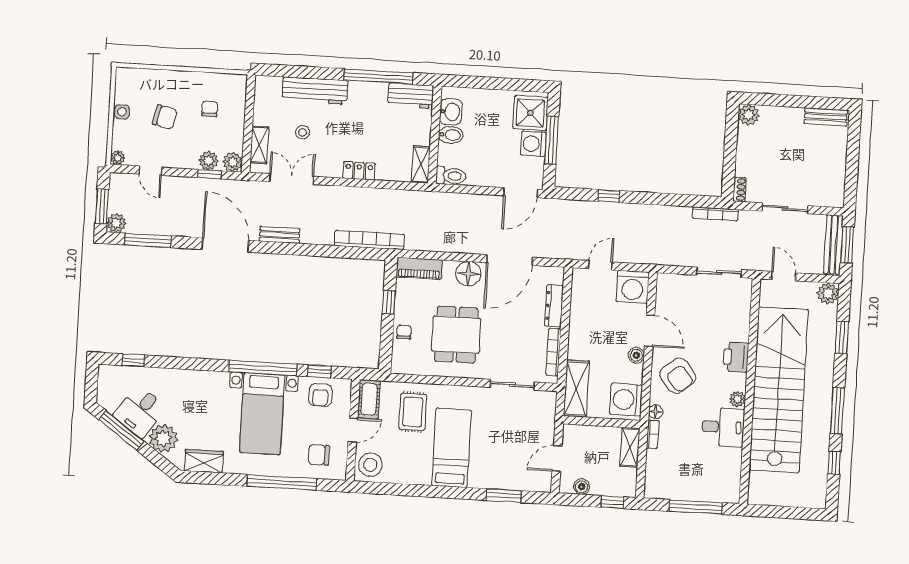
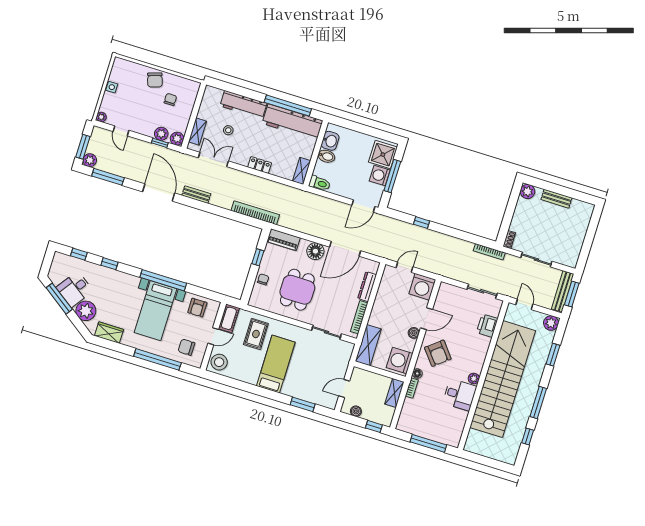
workbench: (411, 96) -> (293, 122), width x1.88, depth x1.32
chair: (165, 117) -> (155, 80), moved, turned 59
bench: (826, 117) -> (556, 199), moved
door: (650, 331) -> (426, 319), hinge flipped
printer: (736, 357) -> (487, 326), moved
window: (319, 371) -> (109, 264), moved

